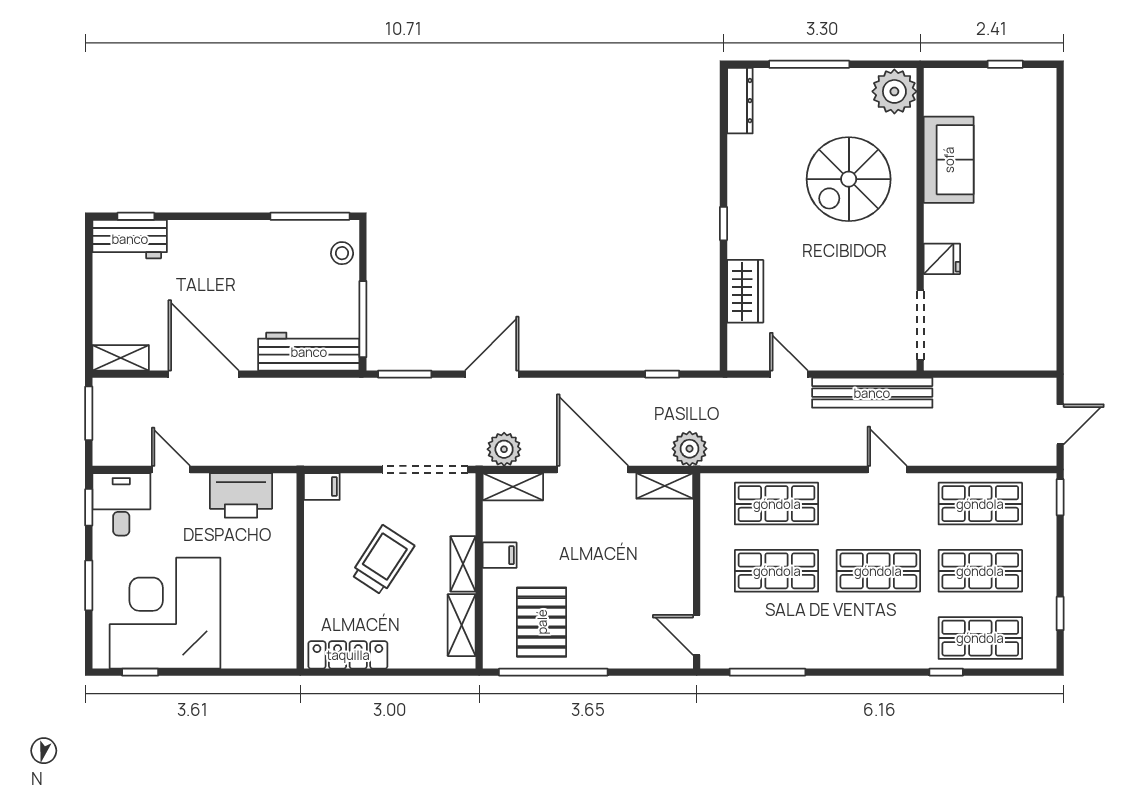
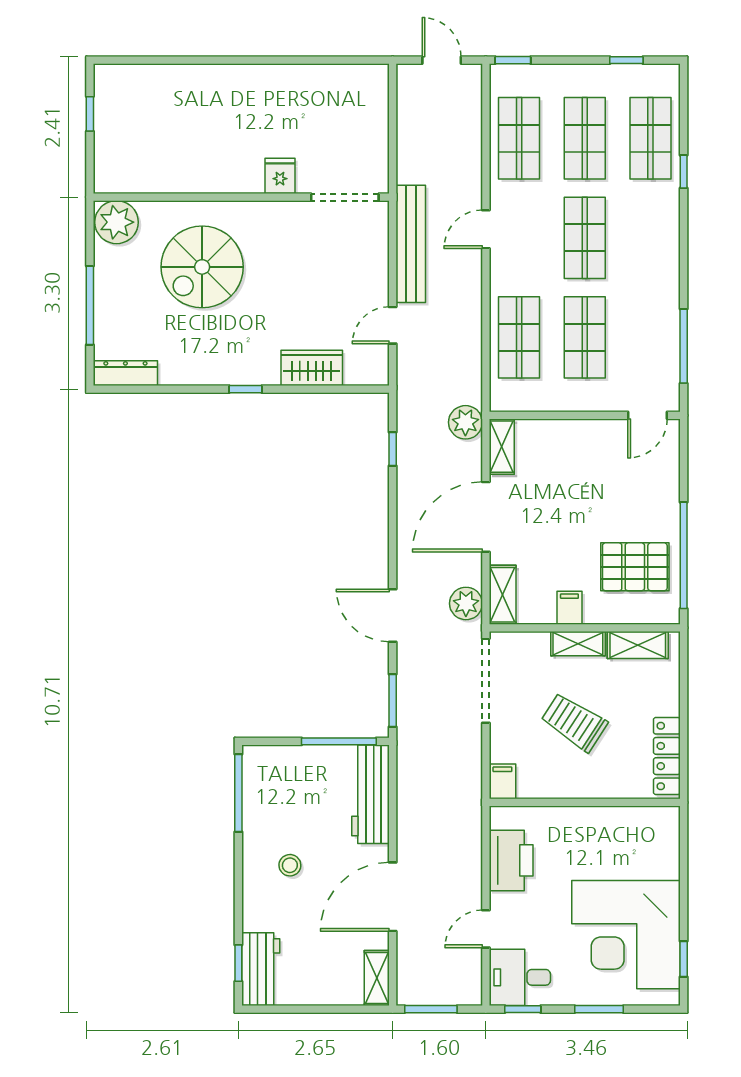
sofa: (949, 160) -> (183, 169), removed
spiral stairs: (849, 179) -> (202, 267), turned 90
stool: (342, 253) -> (290, 865), moved

